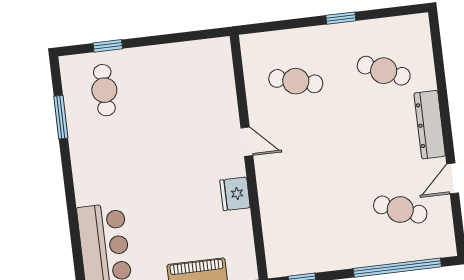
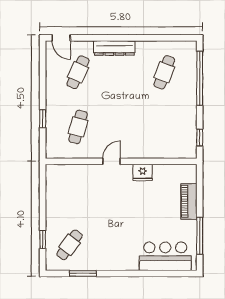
window: (341, 18) -> (43, 119), moved
cafe table: (104, 90) -> (69, 245), turned -54
door: (453, 178) -> (61, 38), moved

